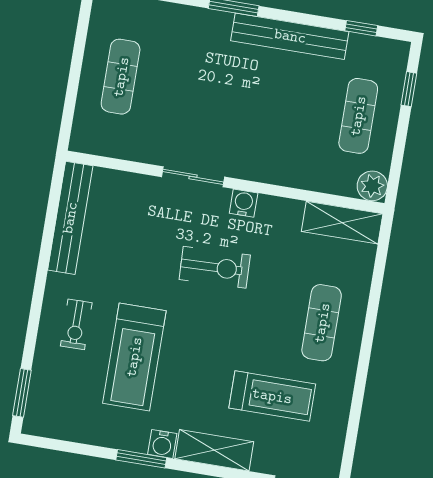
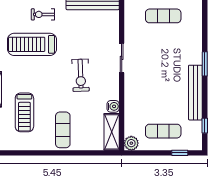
water cooler: (244, 203) -> (113, 106), moved
exercise mat: (322, 323) -> (63, 130), turned 90

